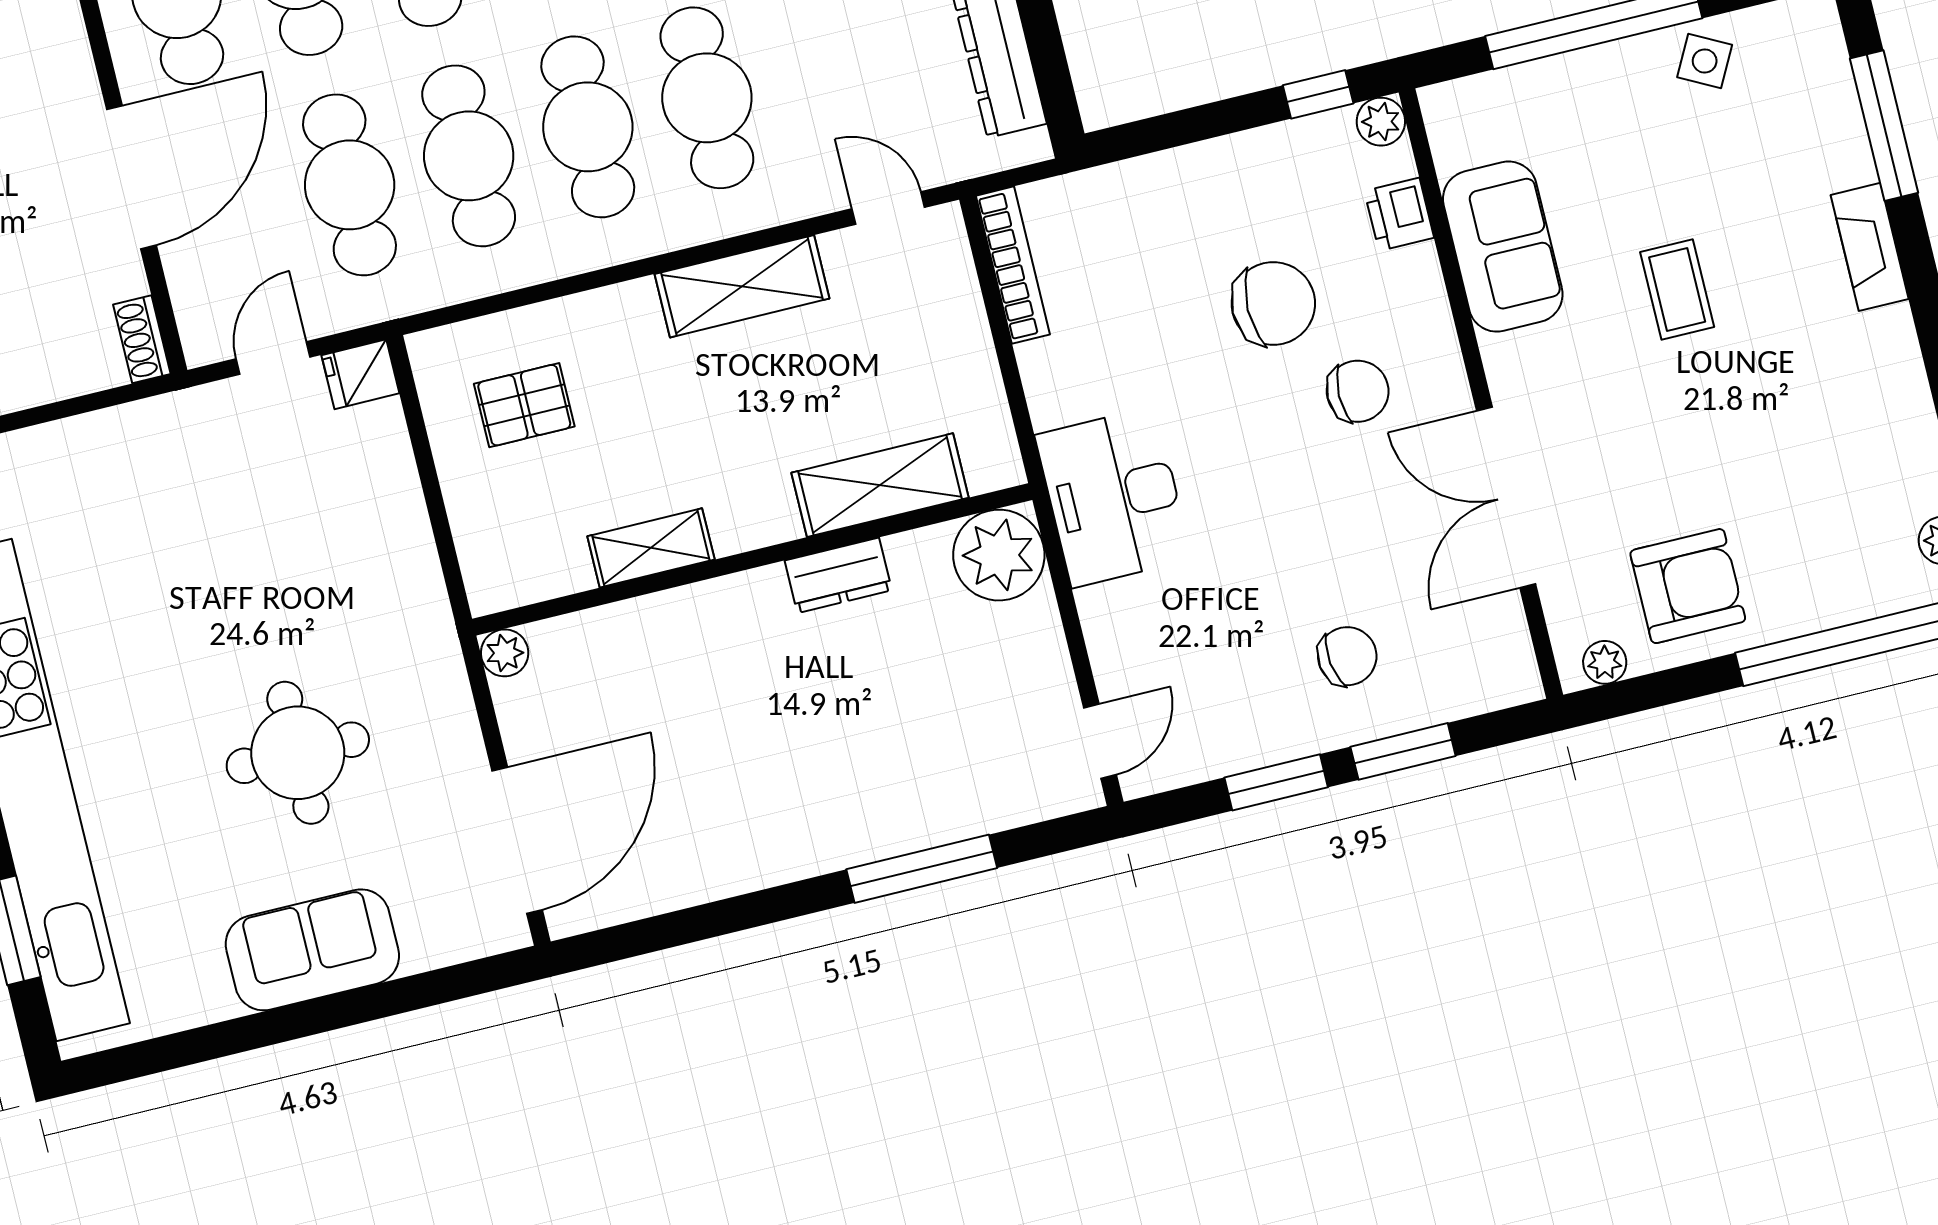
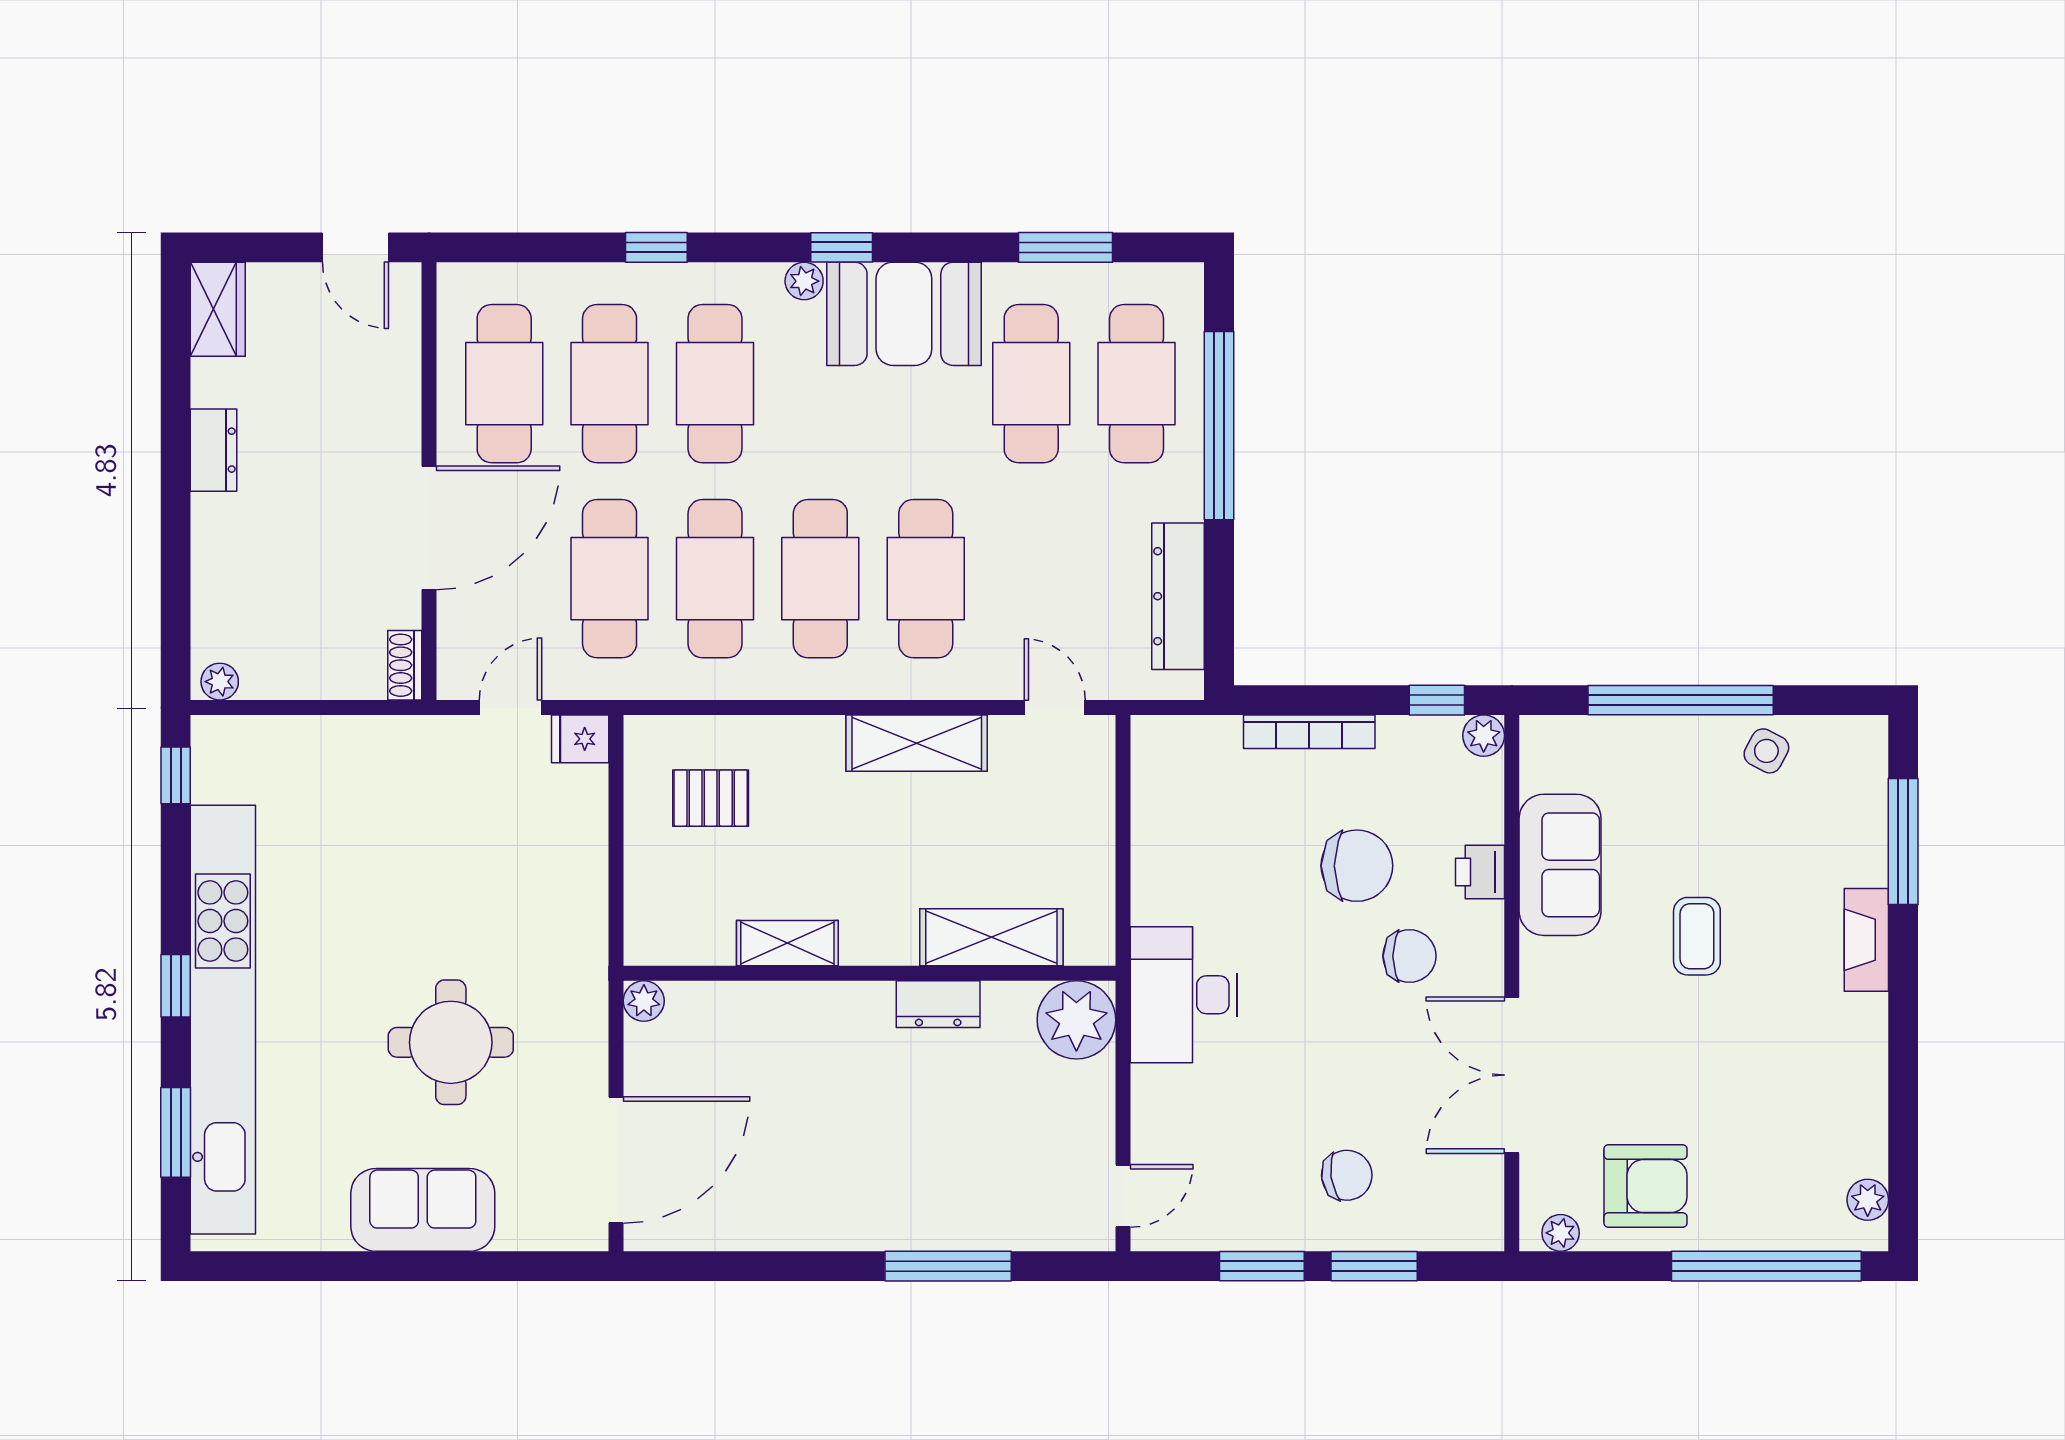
printer: (1399, 214) -> (1480, 872), moved
bookcase: (1013, 265) -> (1309, 732), moved, turned 90

